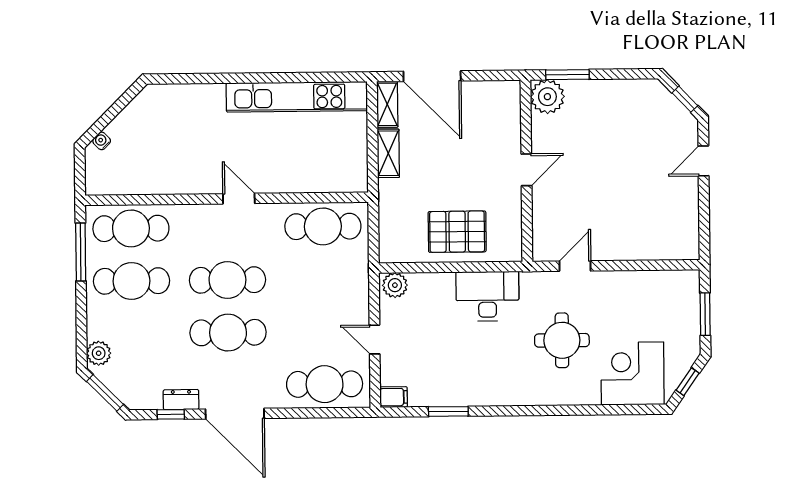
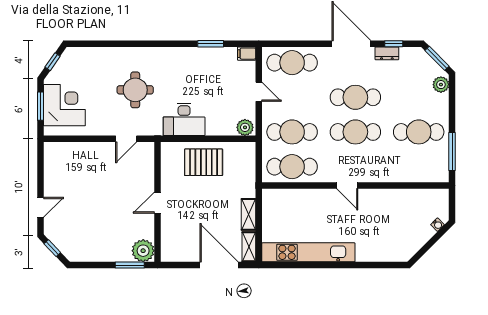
cafe table: (131, 228) -> (292, 132), moved
corner desk: (633, 373) -> (64, 105), moved, turned -90

